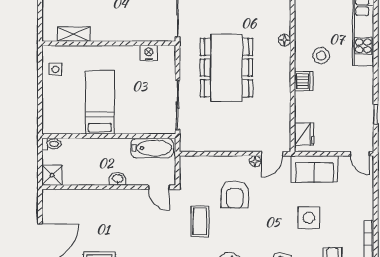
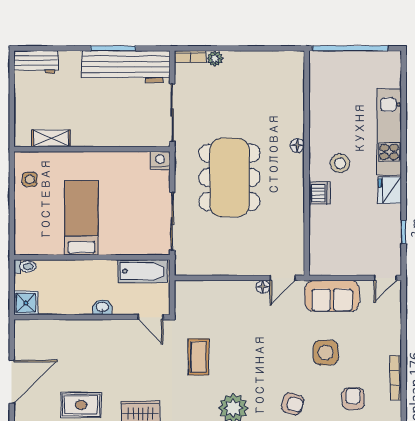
nightstand: (149, 53) -> (160, 160), moved
fridge: (304, 134) -> (390, 190), moved, turned 180
door: (360, 154) -> (385, 278), hinge flipped
armchair: (235, 194) -> (239, 325), removed

